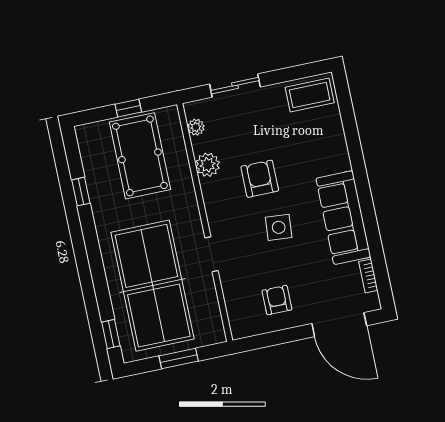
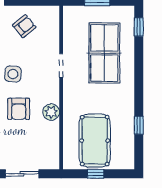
plant: (196, 127) -> (54, 152), removed
plant: (208, 165) -> (51, 112), moved
table tennis table: (153, 286) -> (104, 53), width x0.73, depth x0.76
armchair: (277, 300) -> (24, 26), turned -129

